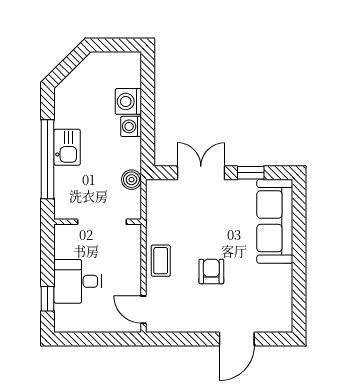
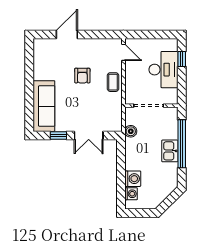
washing machine: (131, 126) -> (131, 194), moved
desk: (78, 281) -> (163, 70), width x1.37

